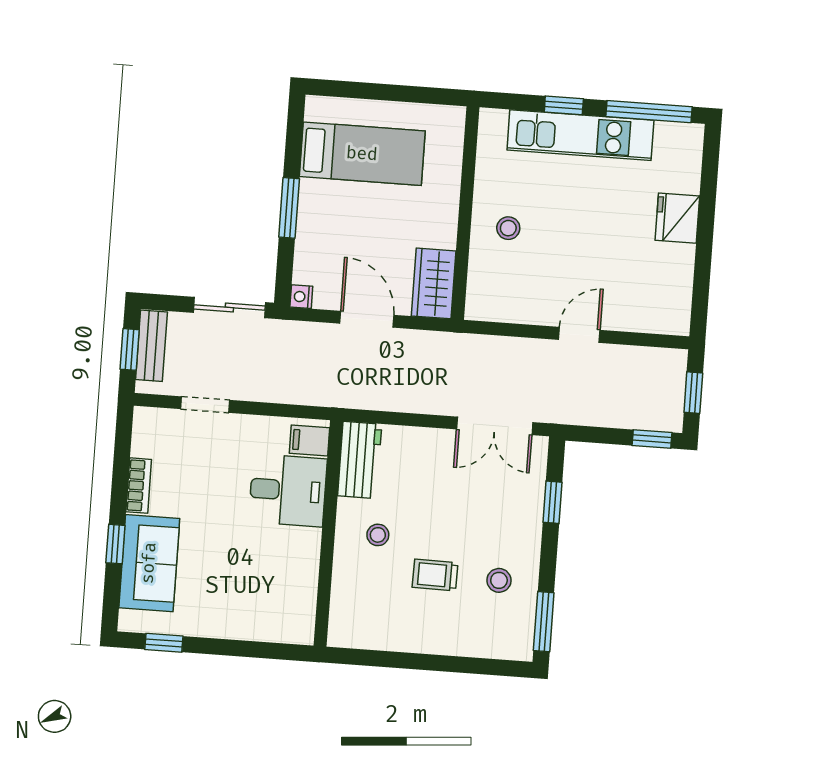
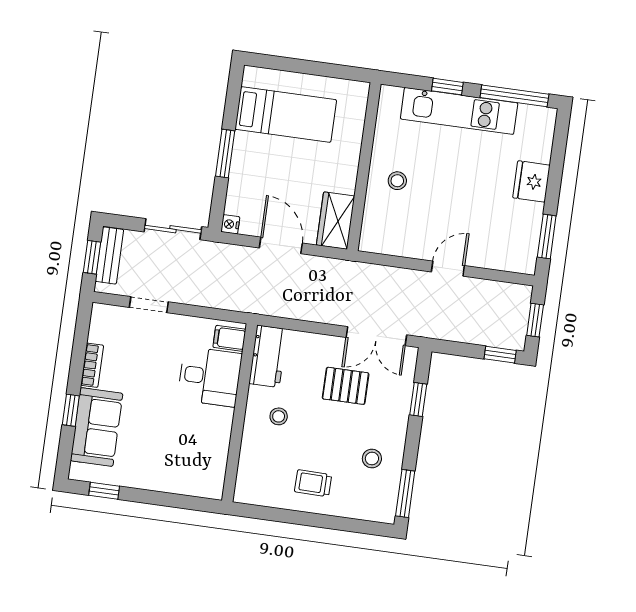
window: (701, 286) -> (547, 236), added
pallet: (460, 491) -> (346, 386), added
trolley: (435, 575) -> (313, 483), moved

